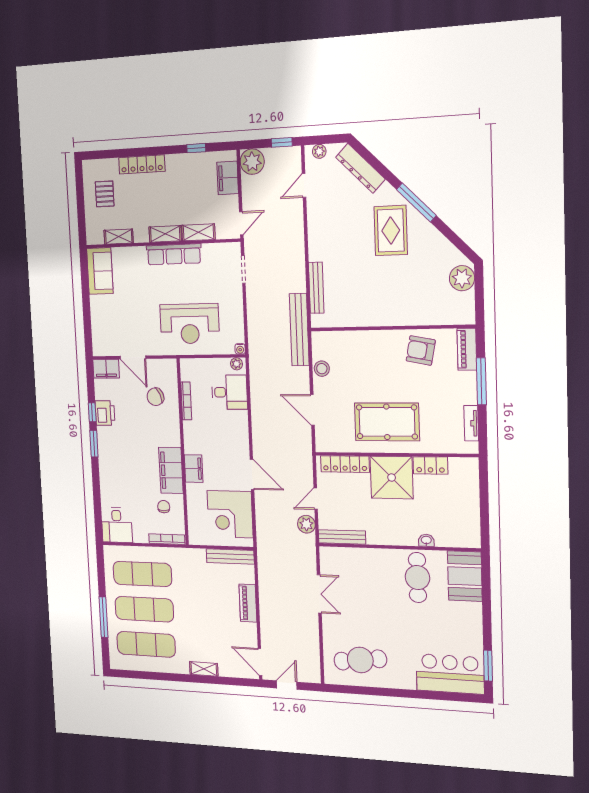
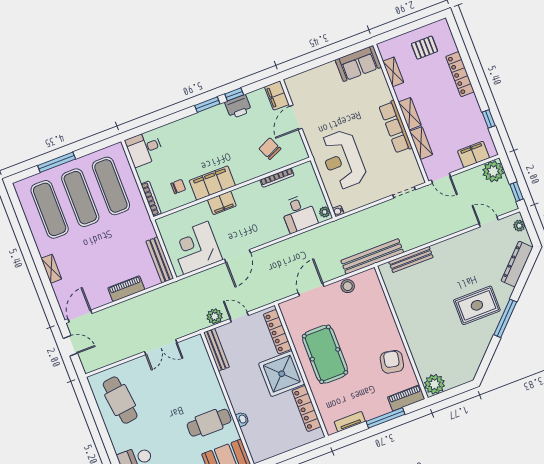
plant: (462, 278) -> (435, 384), moved
locker: (430, 465) -> (307, 409), width x1.53

